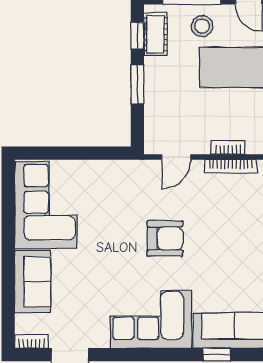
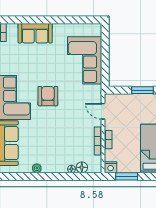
corner sofa: (46, 205) -> (85, 60), moved, turned 90
armchair: (165, 238) -> (48, 96), moved, turned 180

